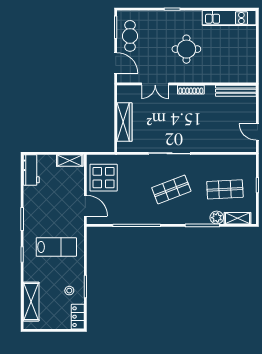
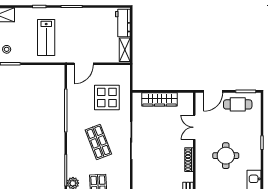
workbench: (31, 170) -> (123, 23), moved, turned 90
display table: (104, 178) -> (107, 97), moved

